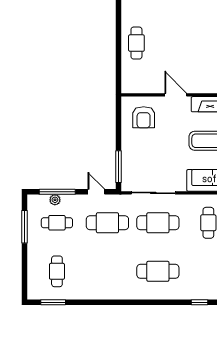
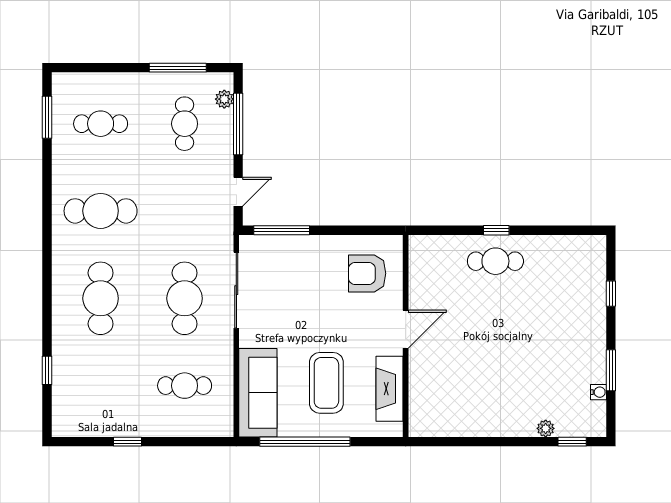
window: (119, 43) -> (496, 230), added
plant: (55, 200) -> (224, 99), moved
cafe table: (107, 223) -> (101, 211), moved, turned 90

